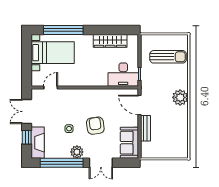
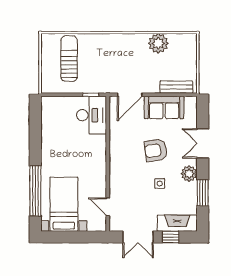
wardrobe: (110, 41) -> (49, 132), removed
plant: (180, 97) -> (158, 43), moved
bench: (146, 128) -> (176, 87), moved
sofa: (129, 143) -> (164, 107), moved
window: (62, 163) -> (203, 193), width x0.47
double door: (101, 163) -> (203, 143), swing flipped

